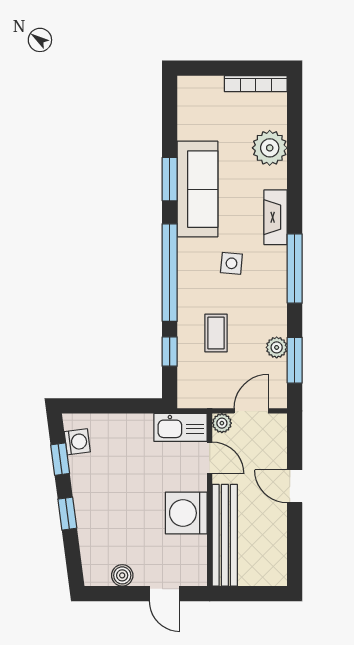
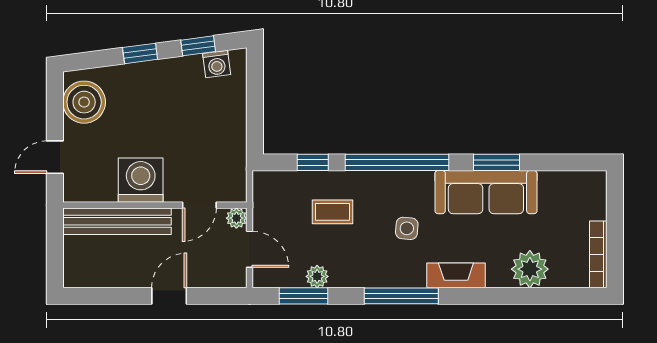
kitchen sink: (181, 427) -> (232, 174), removed
boiler: (122, 575) -> (84, 102), width x1.86, depth x1.86

